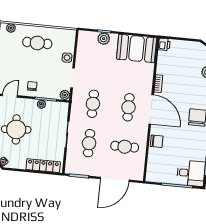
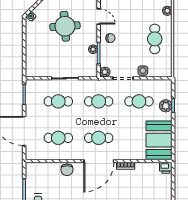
cafe table: (97, 64) -> (139, 101), added
cafe table: (125, 147) -> (58, 138), turned 90
locker: (43, 166) -> (31, 57), removed

